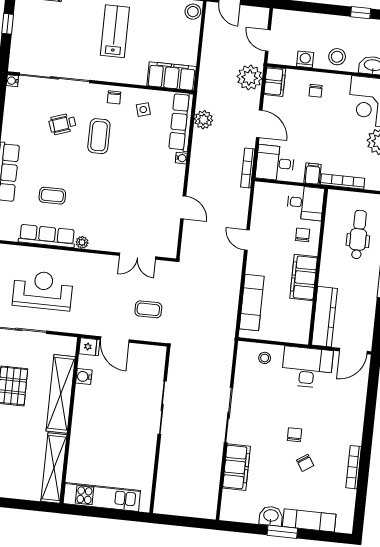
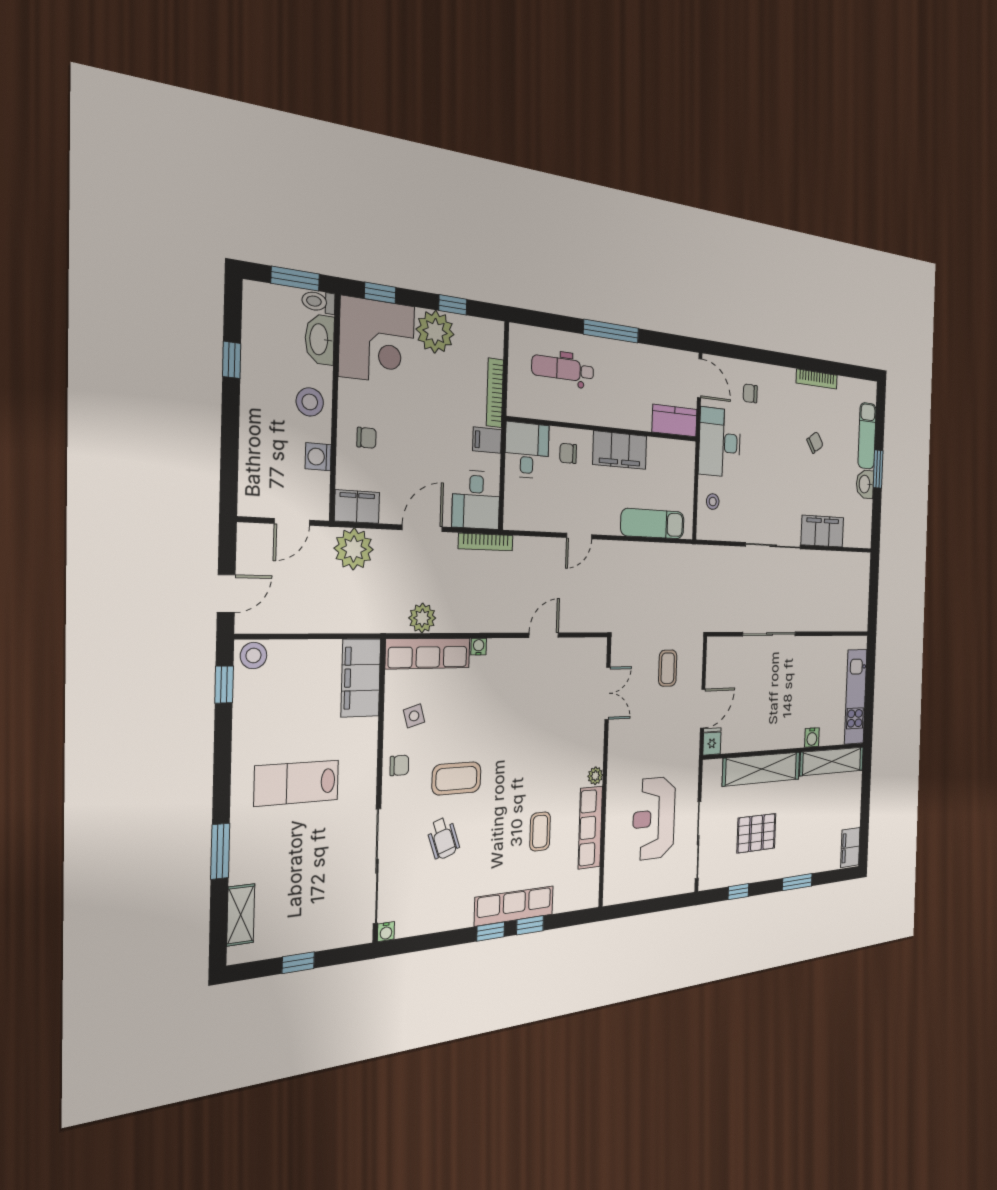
kitchen counter: (324, 317) -> (675, 421), width x0.67
water cooler: (84, 377) -> (812, 737), moved
chair: (294, 435) -> (750, 393), moved

